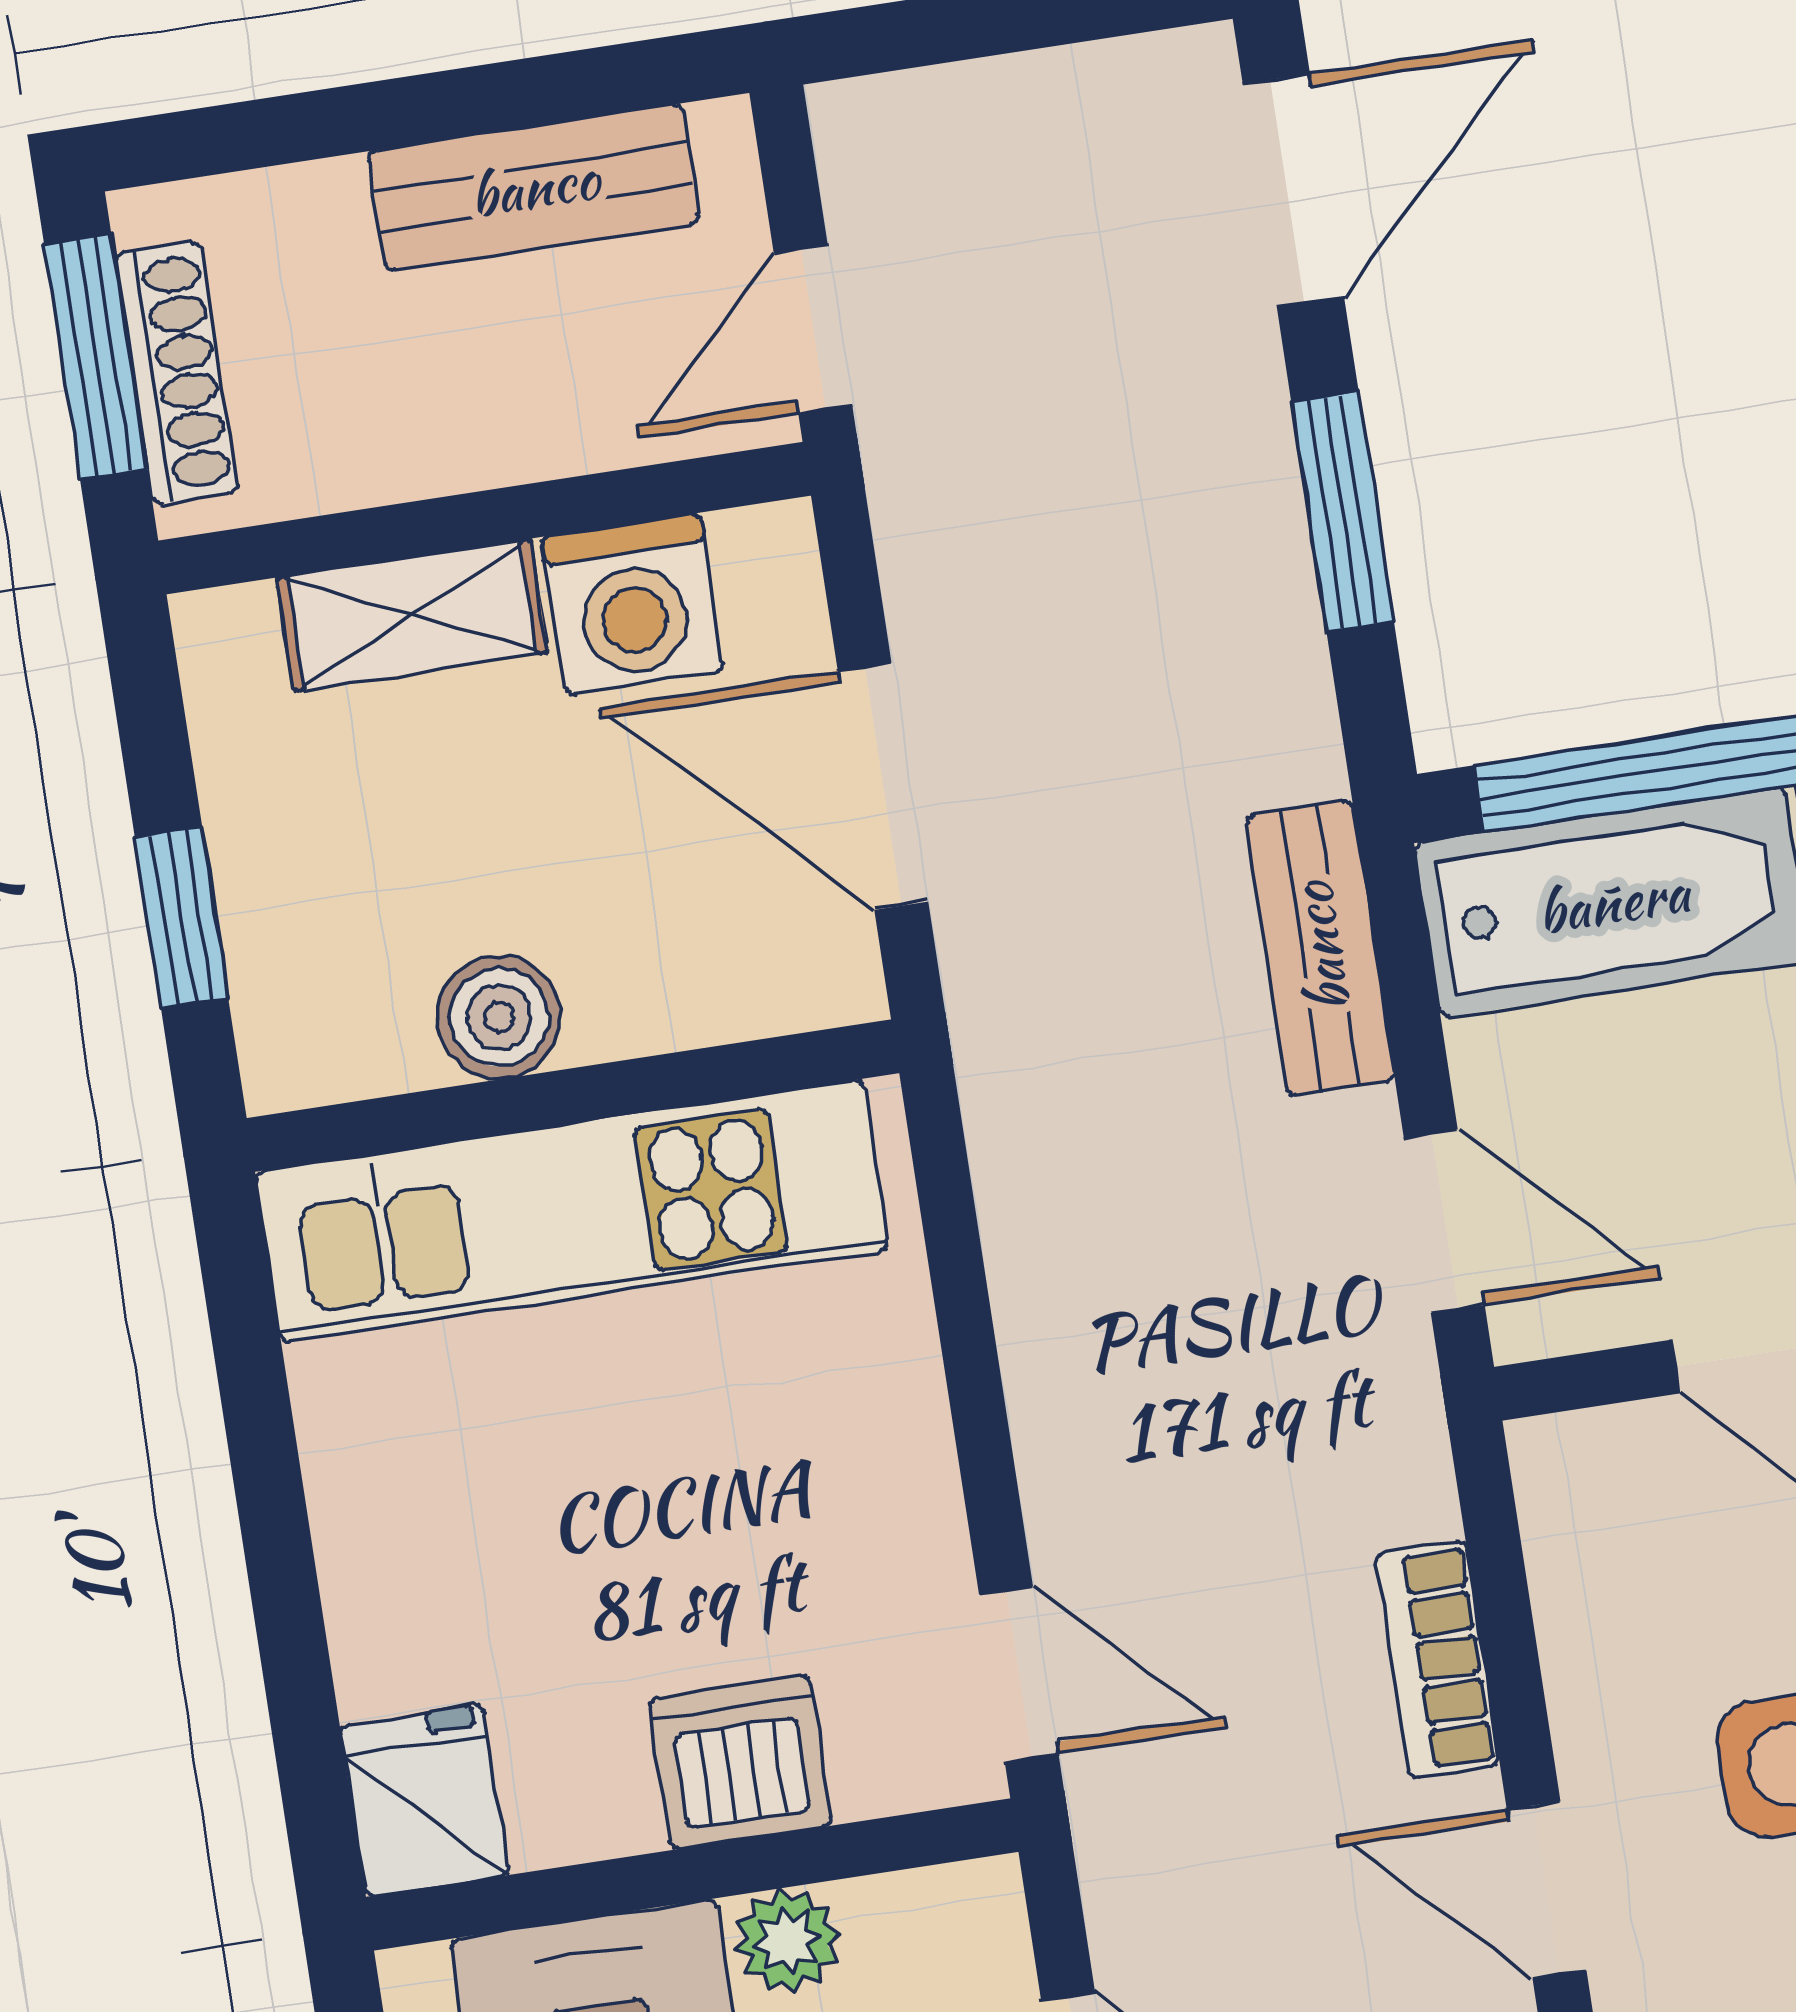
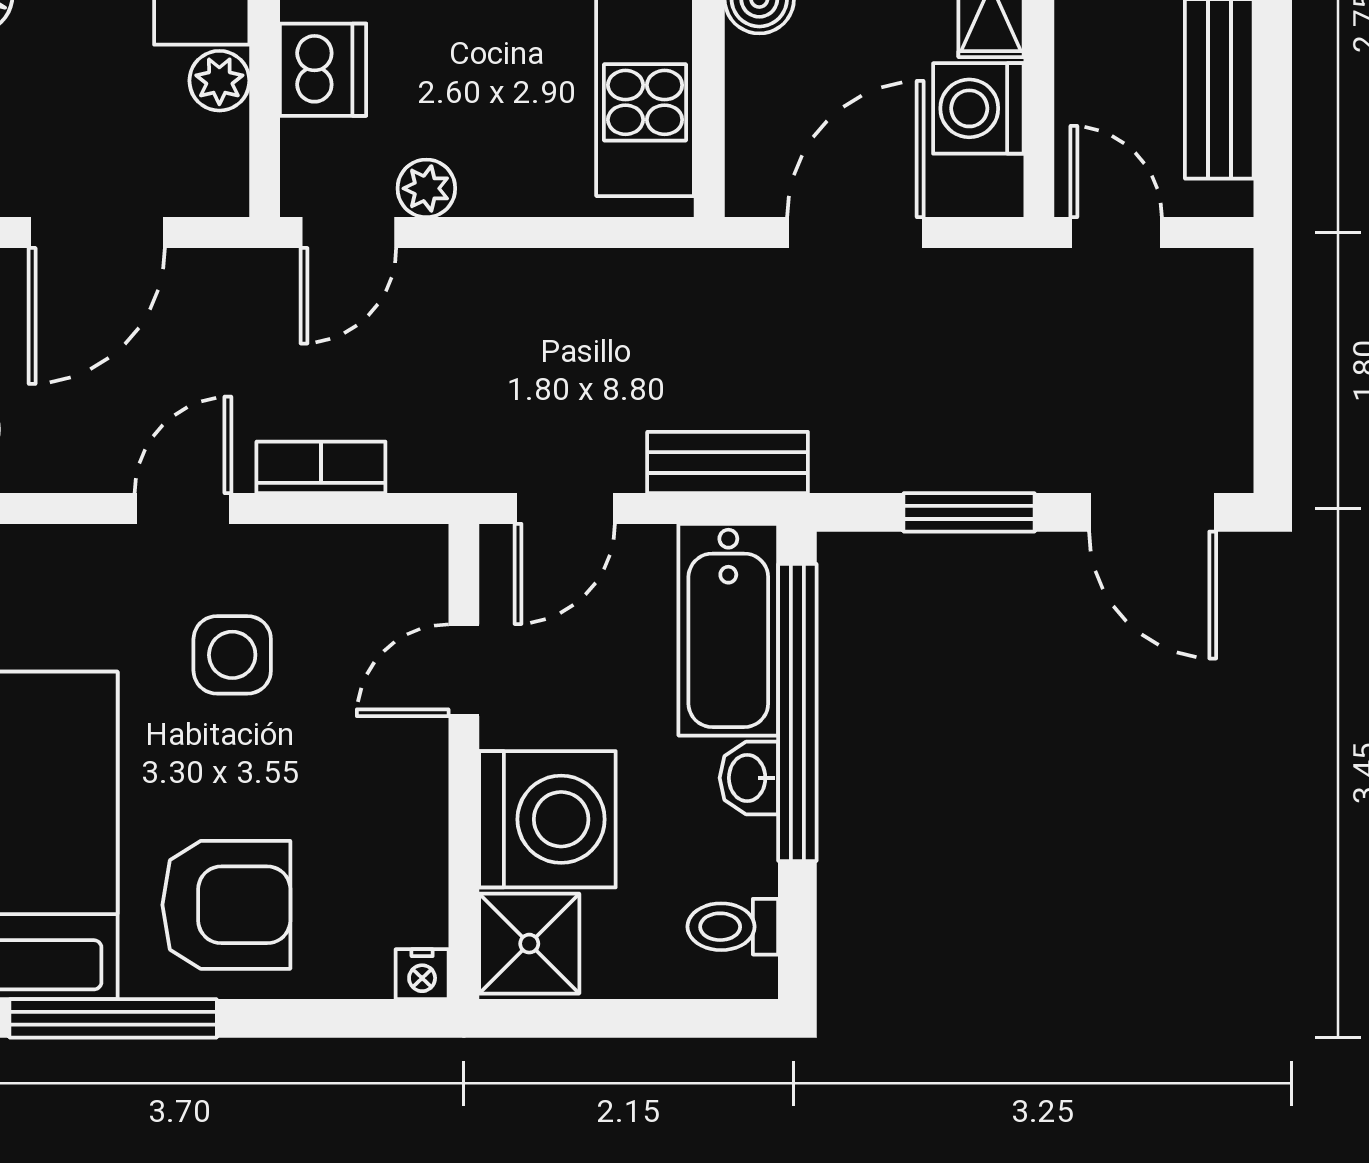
plant: (921, 1549) -> (426, 188), added

